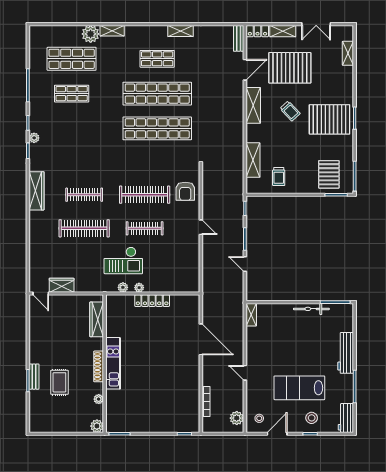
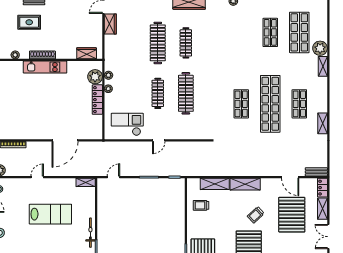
shelving: (253, 105) -> (245, 184), moved
shop shelf: (157, 128) -> (241, 104), width x0.50, depth x0.74
armchair: (185, 191) -> (189, 127), removed
checkout: (123, 260) -> (127, 124), moved, turned 90
door: (245, 264) -> (113, 177), moved
plant: (125, 303) -> (95, 77), added
wardrobe: (97, 319) -> (87, 53), width x0.67
lab bench: (299, 388) -> (50, 214), moved, turned 90

